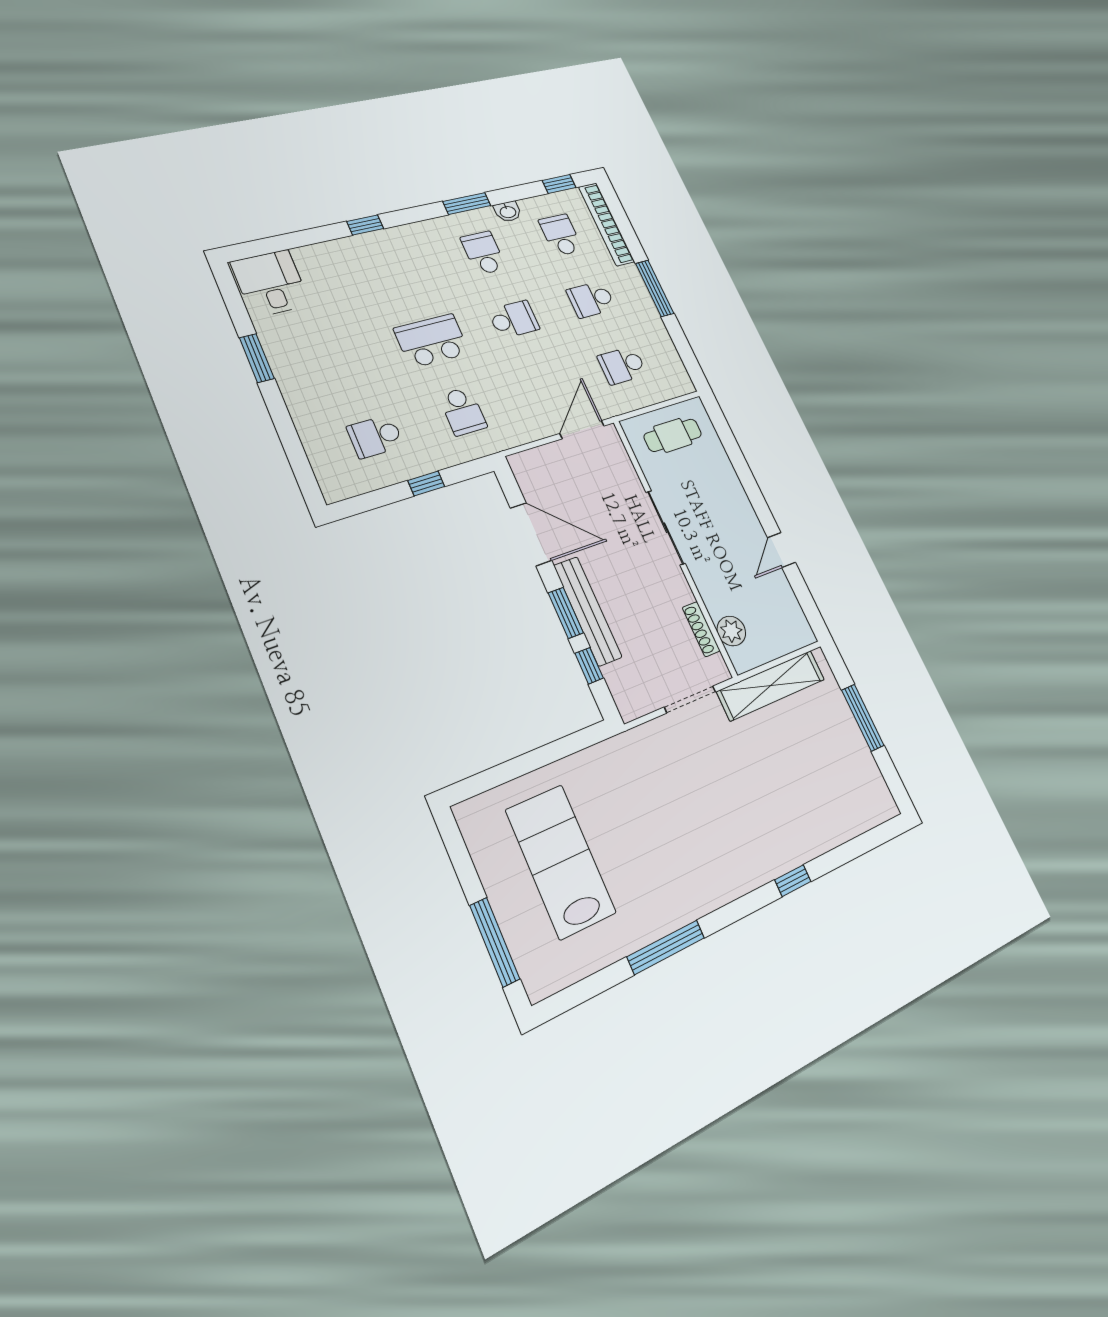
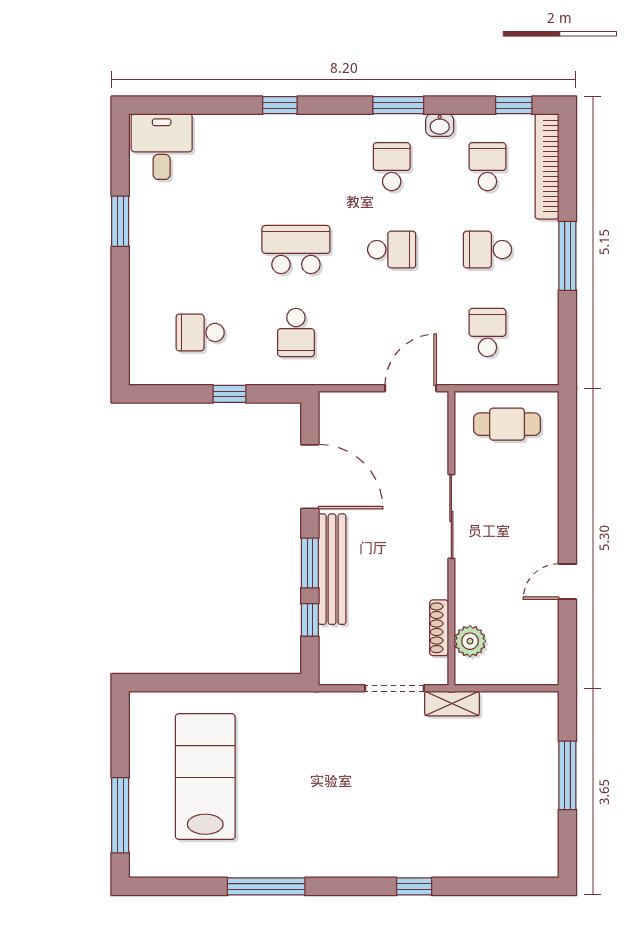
school desk: (622, 365) -> (487, 332), turned 90
shelving: (771, 685) -> (452, 703), width x0.45, depth x0.75

